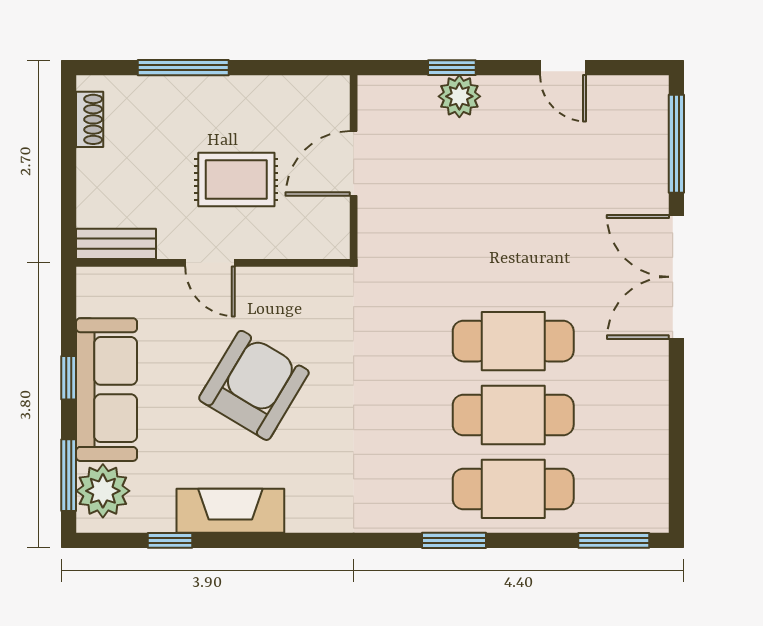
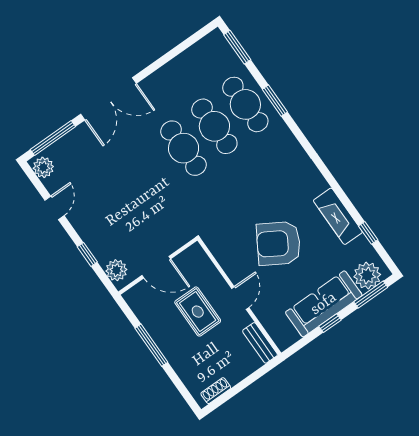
window: (183, 68) -> (151, 345), moved
plant: (459, 96) -> (116, 270), moved
plant: (640, 96) -> (43, 167), added
window: (454, 540) -> (275, 101), moved

